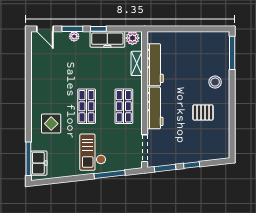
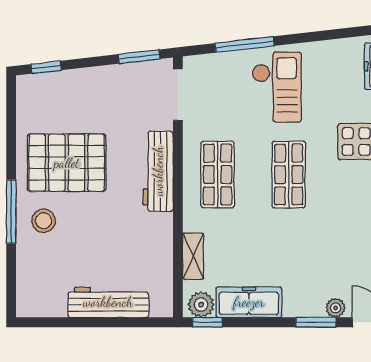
window: (98, 29) -> (207, 322), moved
plant: (74, 36) -> (336, 308), moved
window: (232, 53) -> (11, 212), moved
workbench: (155, 65) -> (108, 302), moved, turned 90
pallet: (203, 112) -> (67, 163), width x2.05, depth x2.00
window: (192, 165) -> (46, 67), moved

